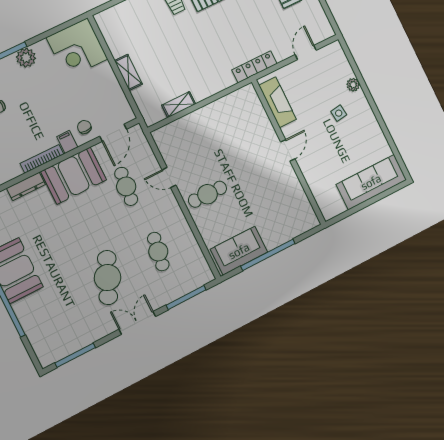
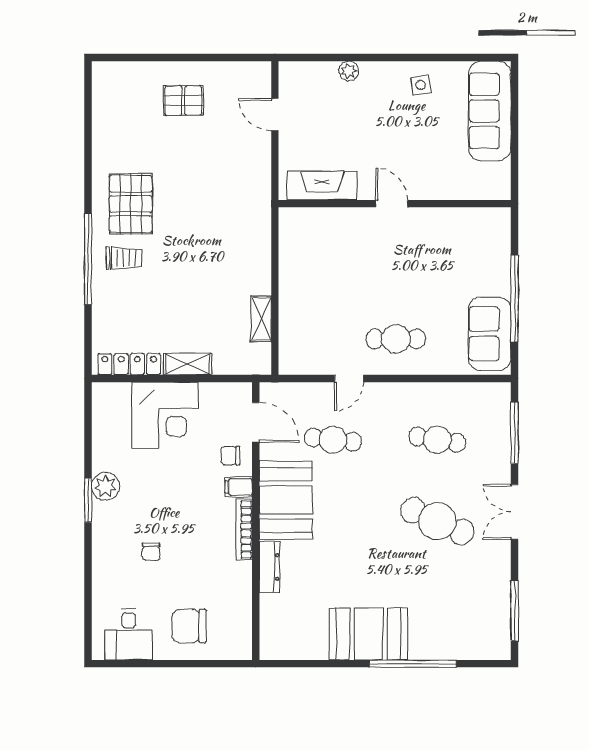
corner desk: (77, 48) -> (165, 415), moved
locker: (254, 67) -> (129, 364), moved, turned 90
side table: (339, 113) -> (421, 85), moved
cafe table: (207, 194) -> (396, 339), turned 90

